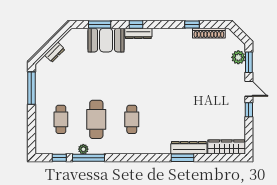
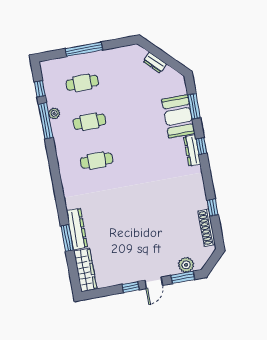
window: (31, 88) -> (84, 49), moved
cafe table: (96, 119) -> (89, 122), width x0.73, depth x0.74
window: (182, 158) -> (67, 238), moved

